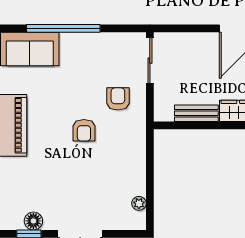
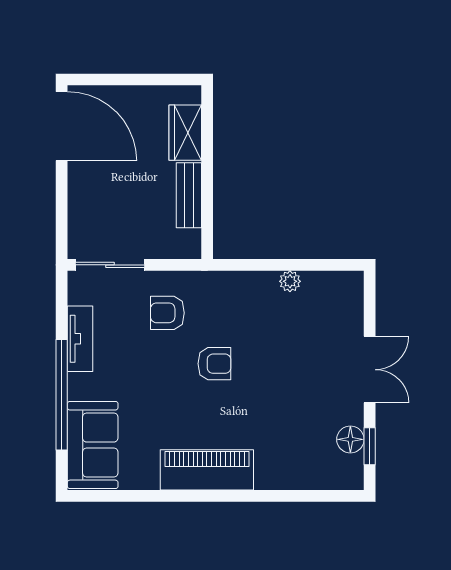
tv unit: (101, 41) -> (80, 339), added
plant: (139, 203) -> (290, 281), moved

